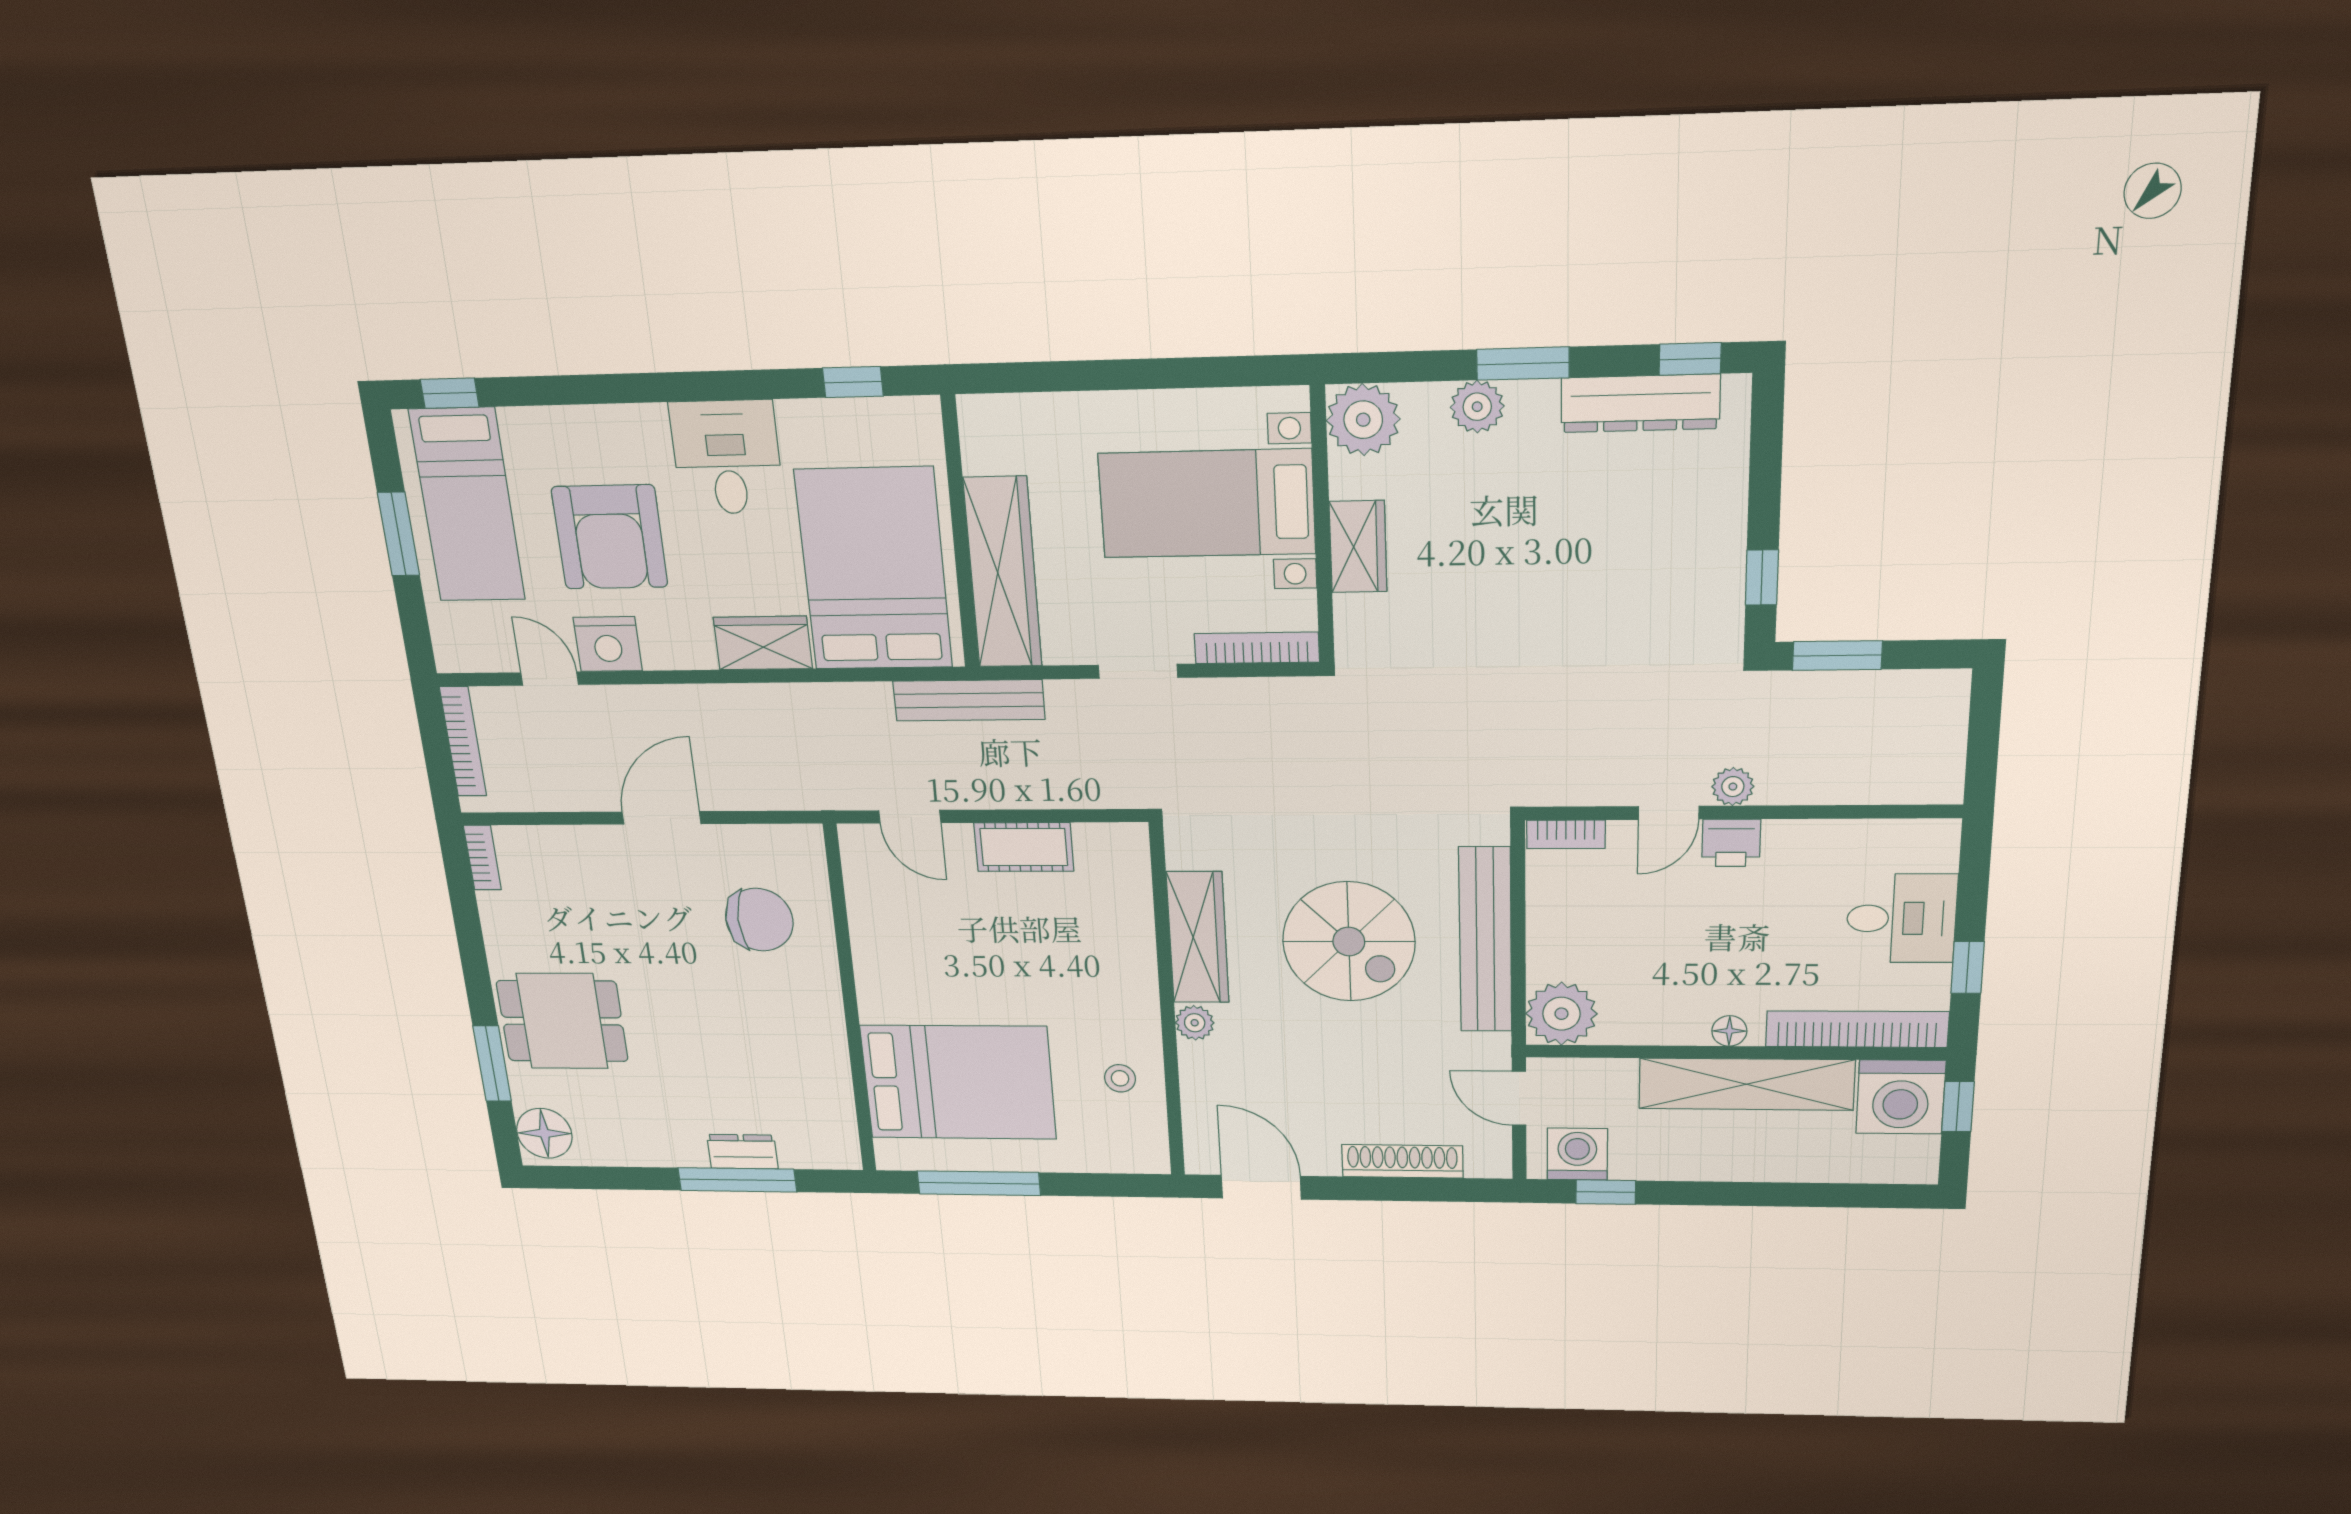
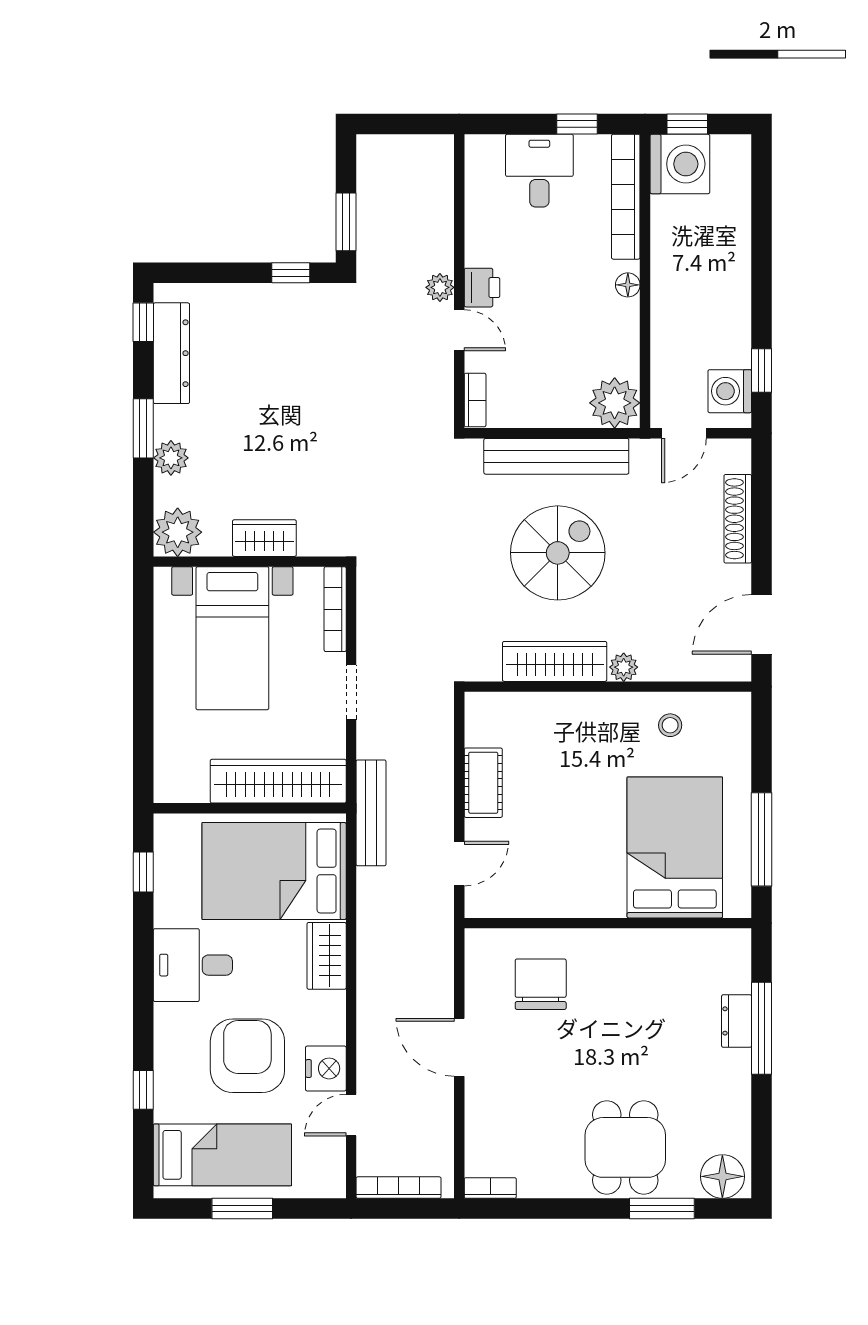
window: (450, 393) -> (143, 1090), moved
armchair: (610, 537) -> (247, 1056), turned -90
shelving: (1746, 1084) -> (671, 272), removed

